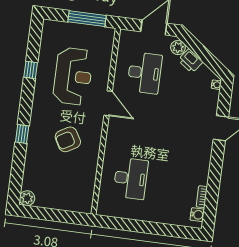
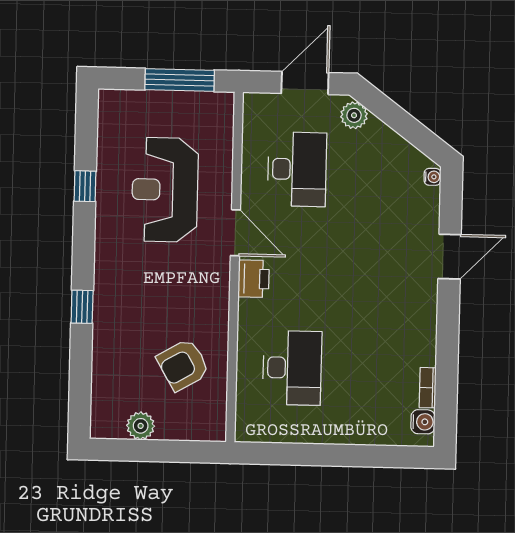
printer: (190, 61) -> (254, 279), moved, turned -127
reception desk: (73, 76) -> (165, 190), turned 180
armchair: (68, 139) -> (183, 365), moved
plant: (27, 198) -> (141, 426), moved

